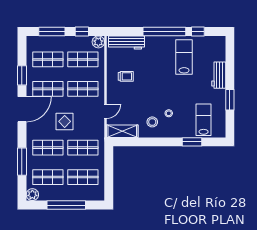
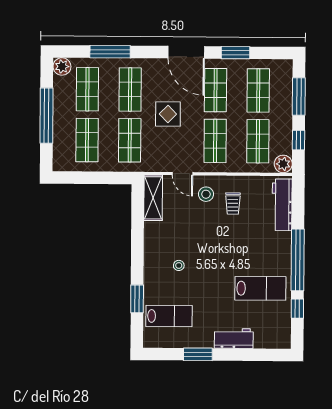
stool: (152, 122) -> (206, 194), moved

